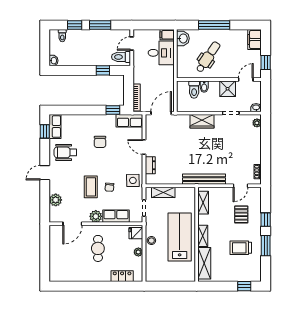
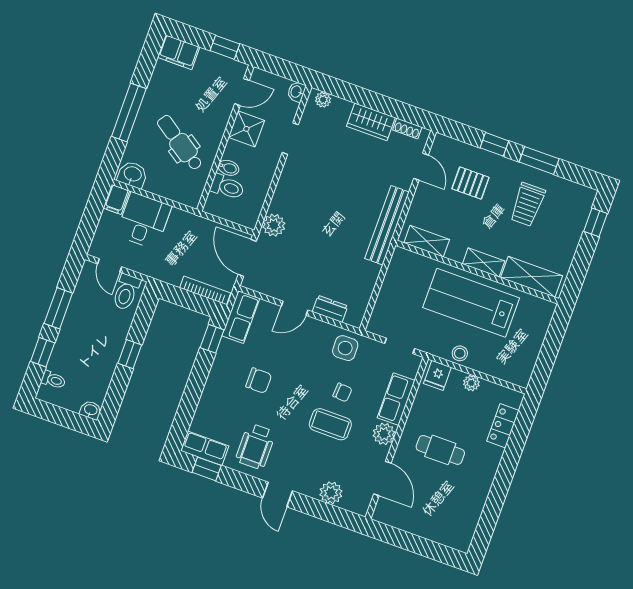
window: (103, 70) -> (130, 354), moved
door: (246, 80) -> (242, 92), swing flipped
plant: (183, 121) -> (274, 225), added
wardrobe: (202, 121) -> (371, 122), moved, turned 90
shelving: (163, 192) -> (384, 303), removed

